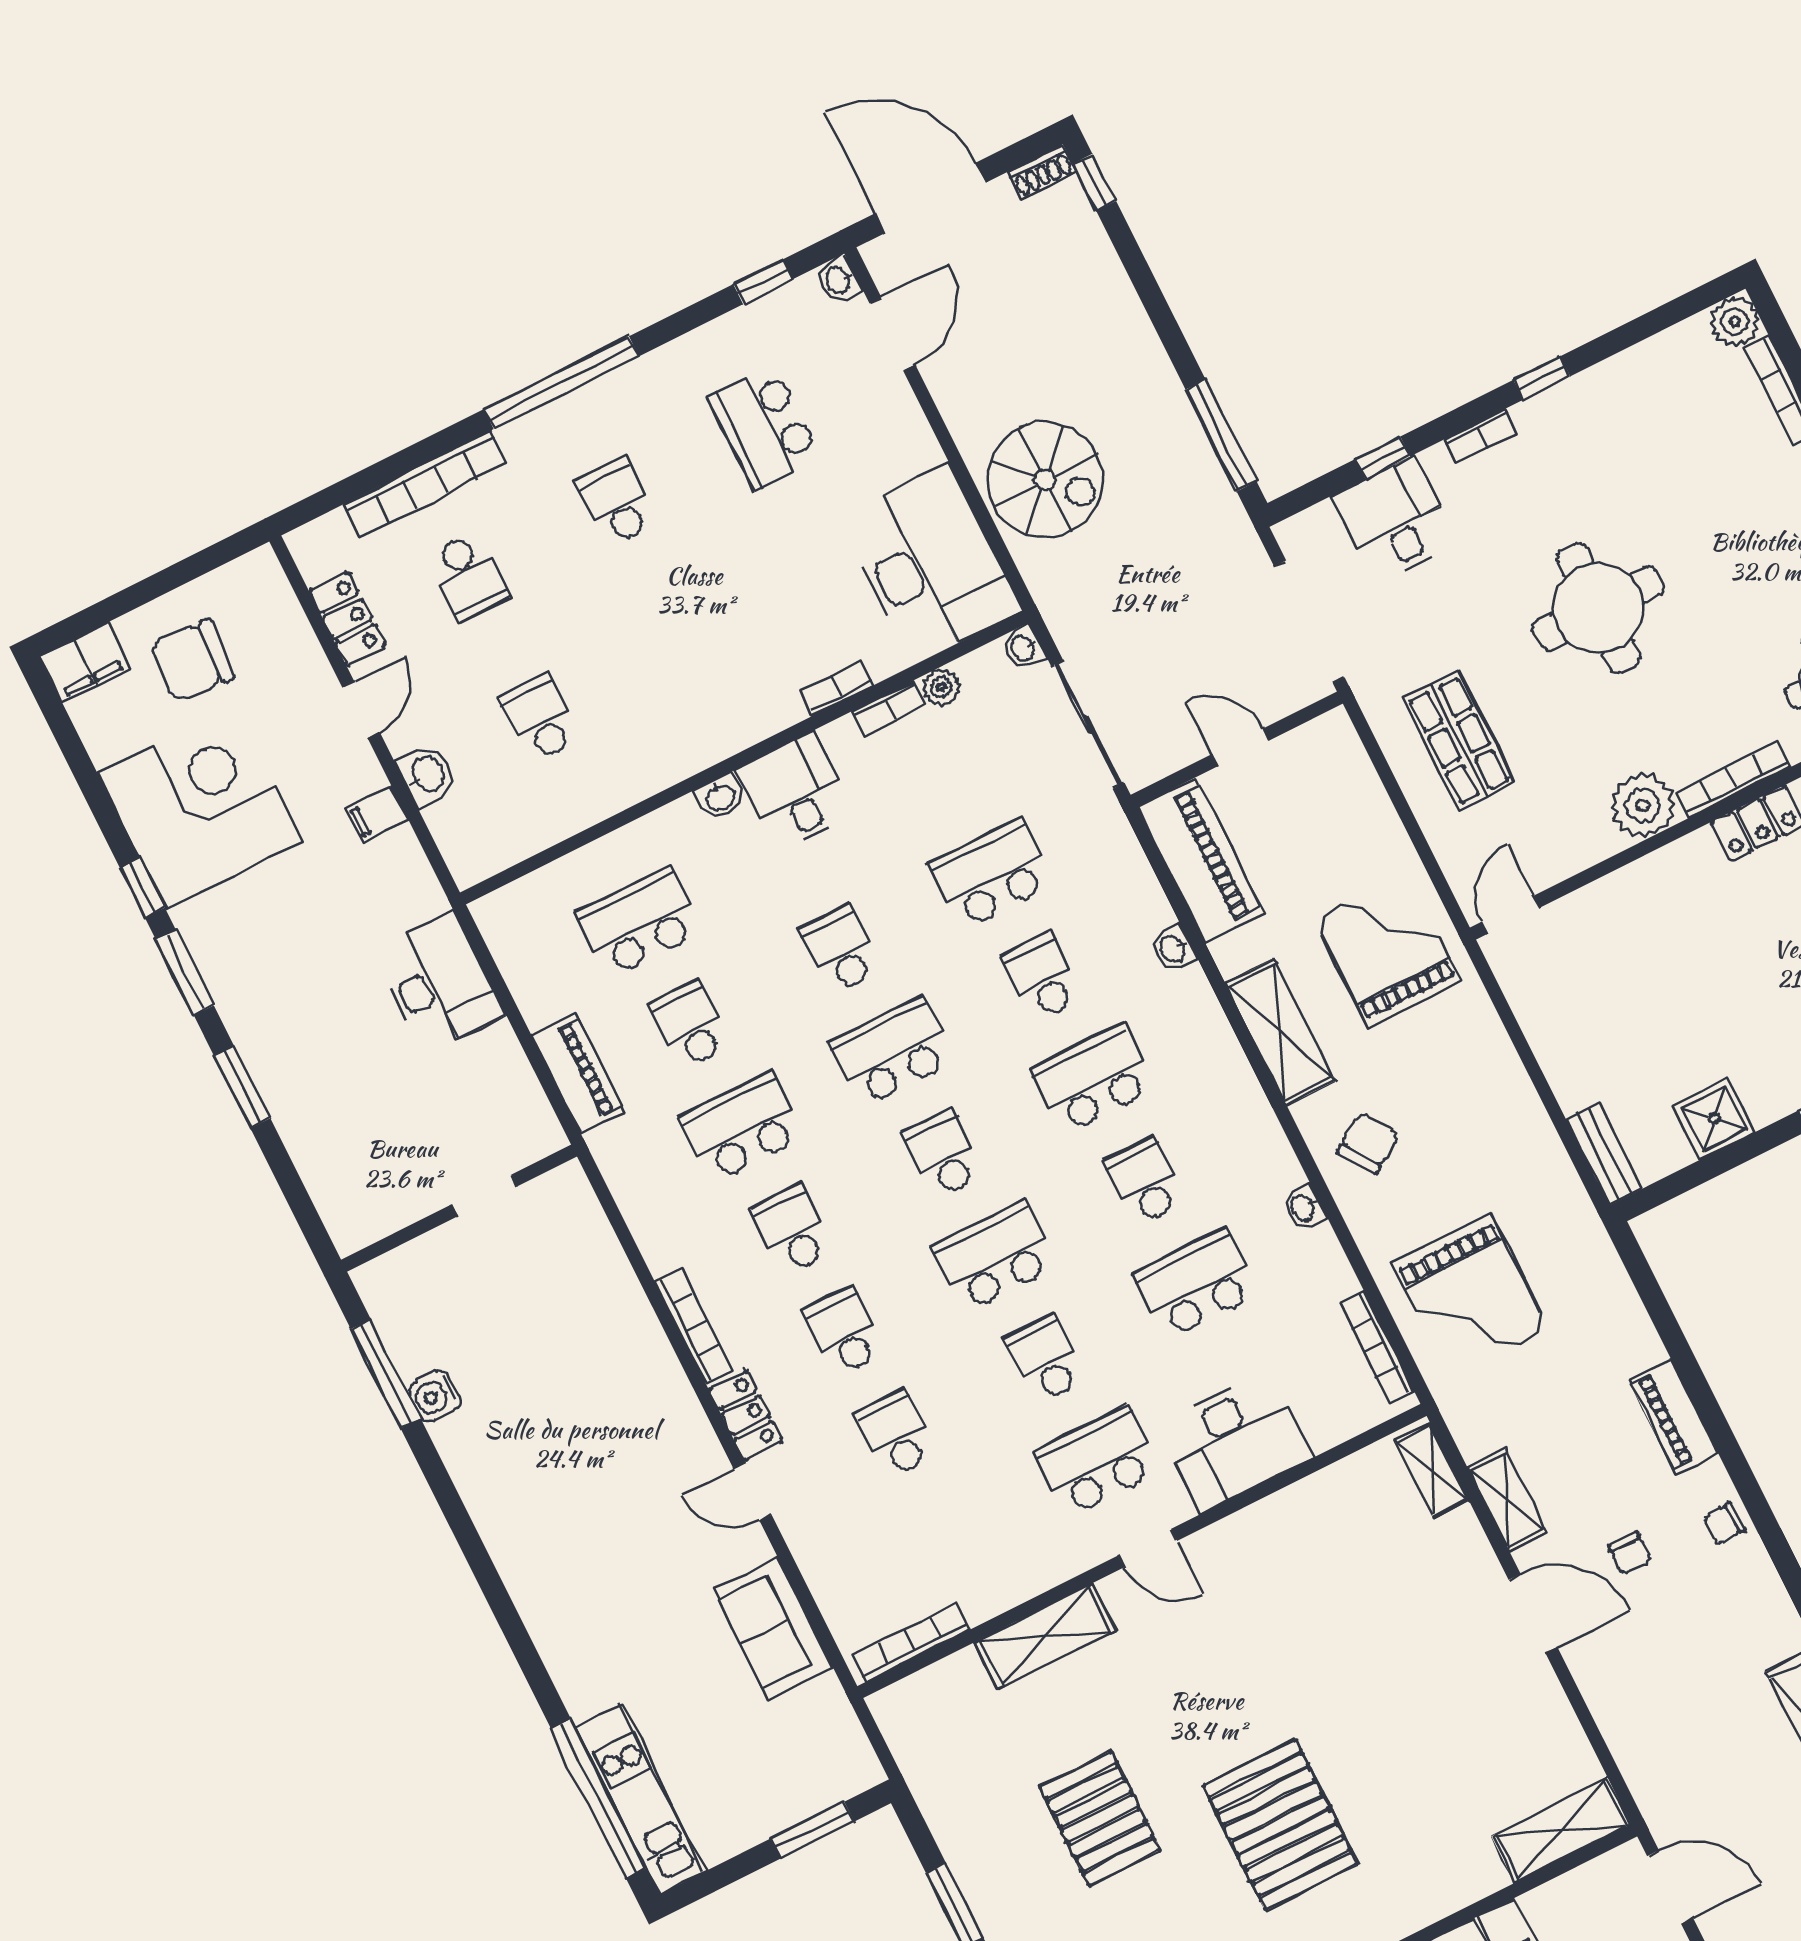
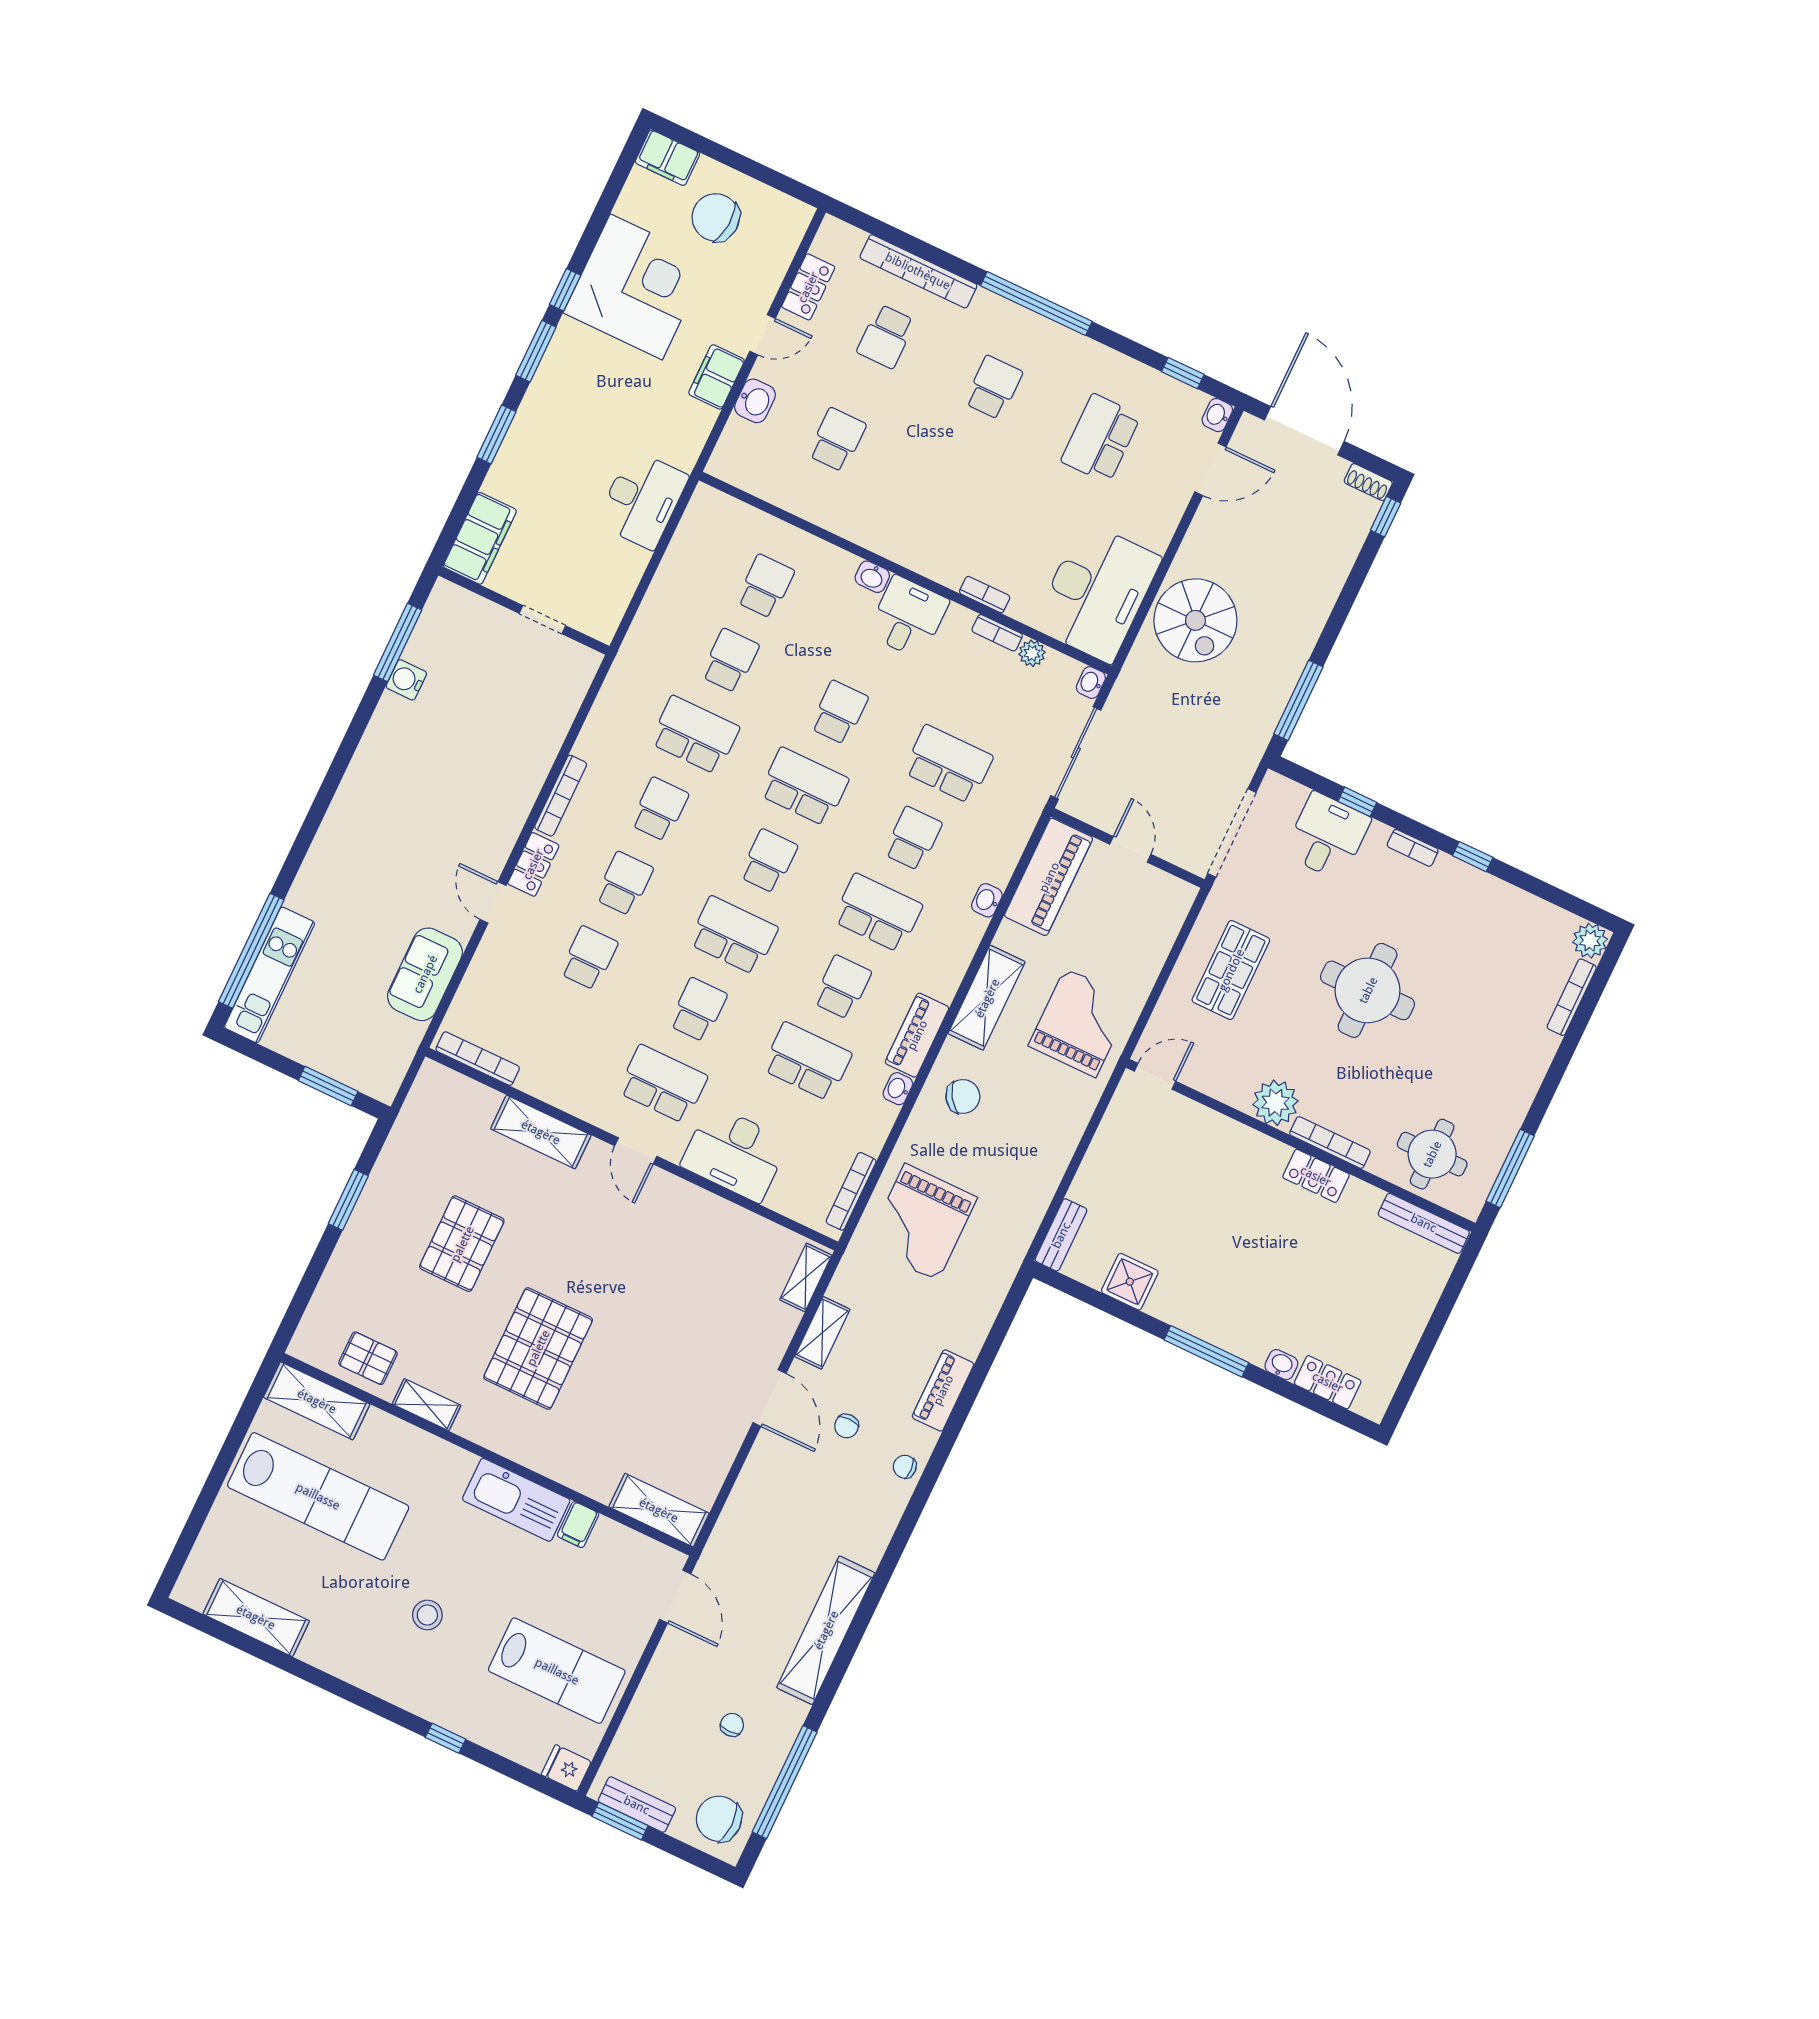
filing cabinet: (377, 814) -> (717, 377), width x2.00
school desk: (639, 922) -> (765, 586), width x0.54
piano: (578, 1073) -> (917, 1035), moved, turned 180
filing cabinet: (342, 1194) -> (480, 538), added

